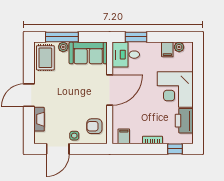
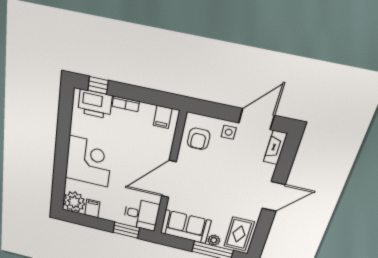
plant: (179, 47) -> (74, 202), width x1.88, depth x1.88
fireplace: (39, 119) -> (275, 148), moved
printer: (184, 121) -> (95, 104), moved, turned 90
armchair: (94, 126) -> (199, 139), turned 90

